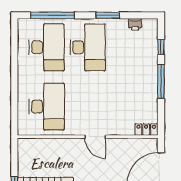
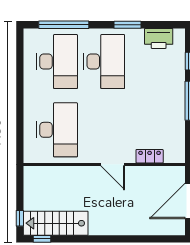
printer: (135, 24) -> (159, 38), width x1.87, depth x1.48
locker: (146, 130) -> (150, 156), moved

